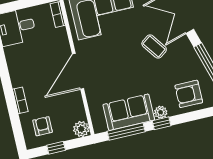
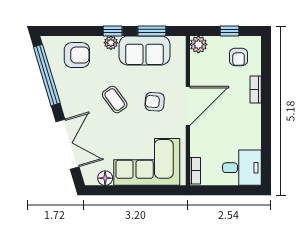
coffee table: (154, 46) -> (115, 100), moved
armchair: (109, 68) -> (155, 102), added
window: (126, 131) -> (152, 31), width x0.69

